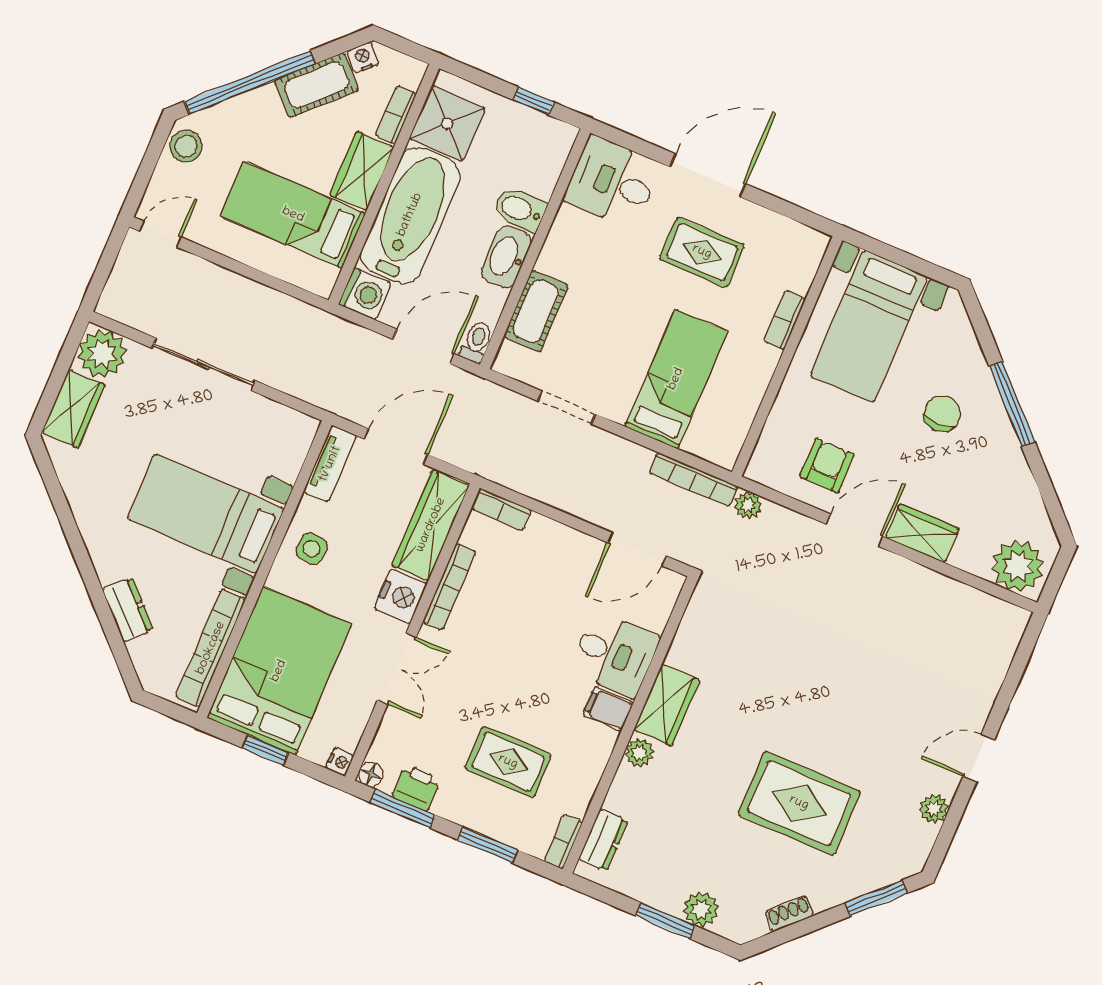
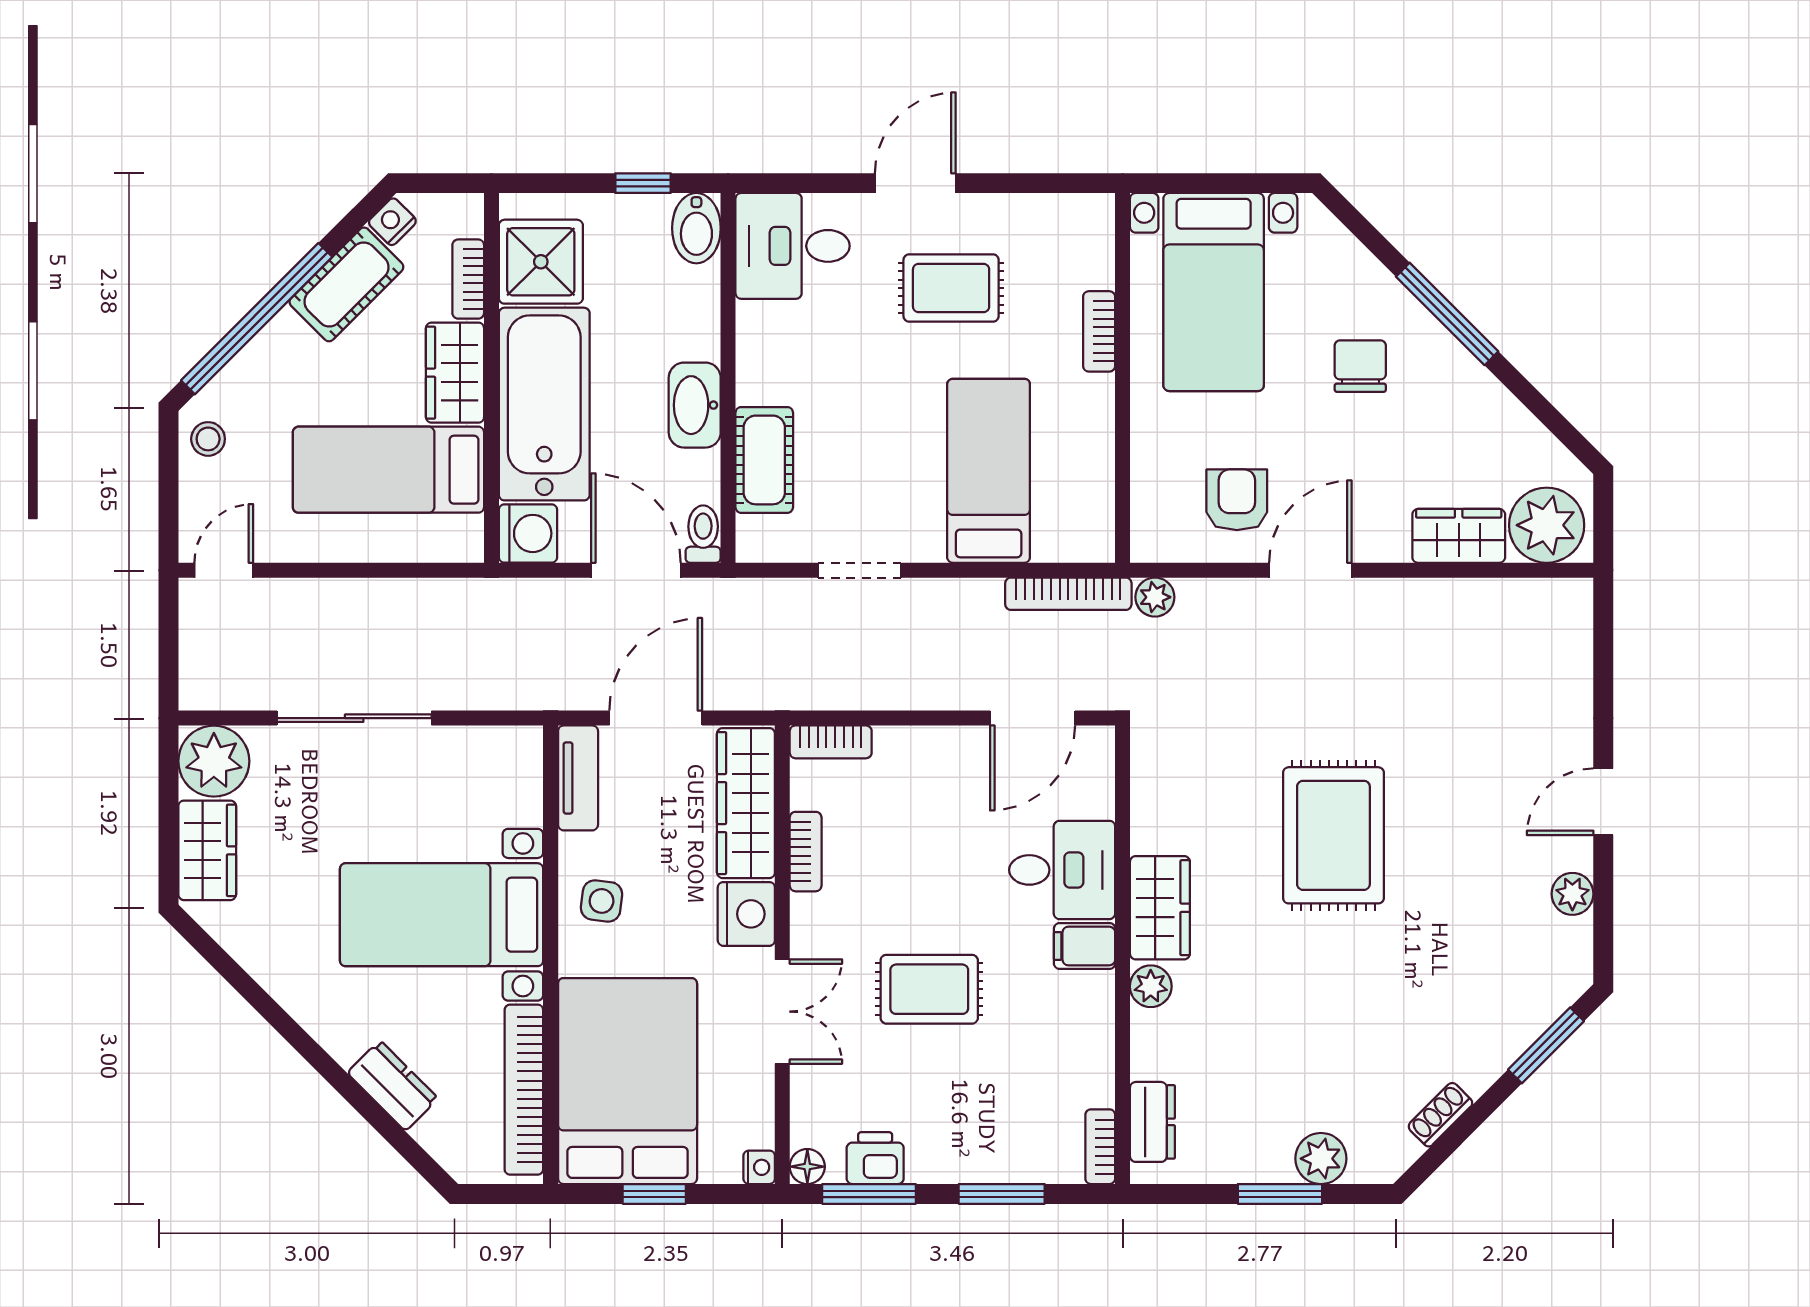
stool: (186, 146) -> (208, 439), width x0.73, depth x0.73
door: (708, 175) -> (915, 183), width x0.73
bidet: (520, 209) -> (696, 228), moved, turned -90
door: (424, 347) -> (636, 570), hinge flipped
wardrobe: (922, 533) -> (1459, 536), moved
bookcase: (449, 587) -> (806, 852), width x0.64
rug: (508, 762) -> (929, 989), moved
rug: (799, 803) -> (1333, 835), moved, turned 90

